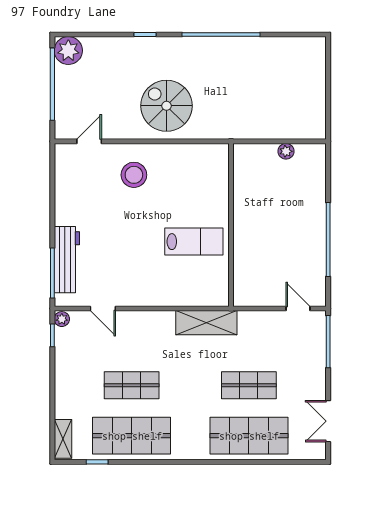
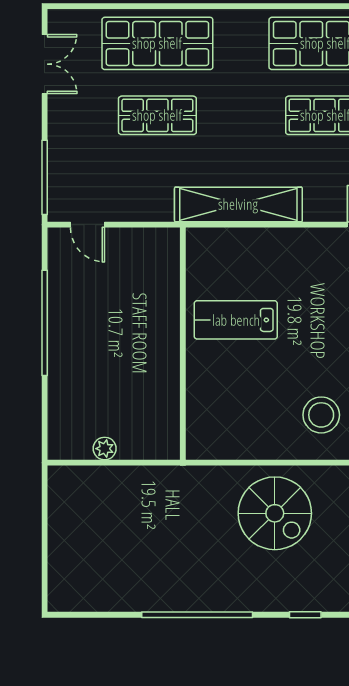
shelving: (206, 323) -> (238, 204), width x1.47

